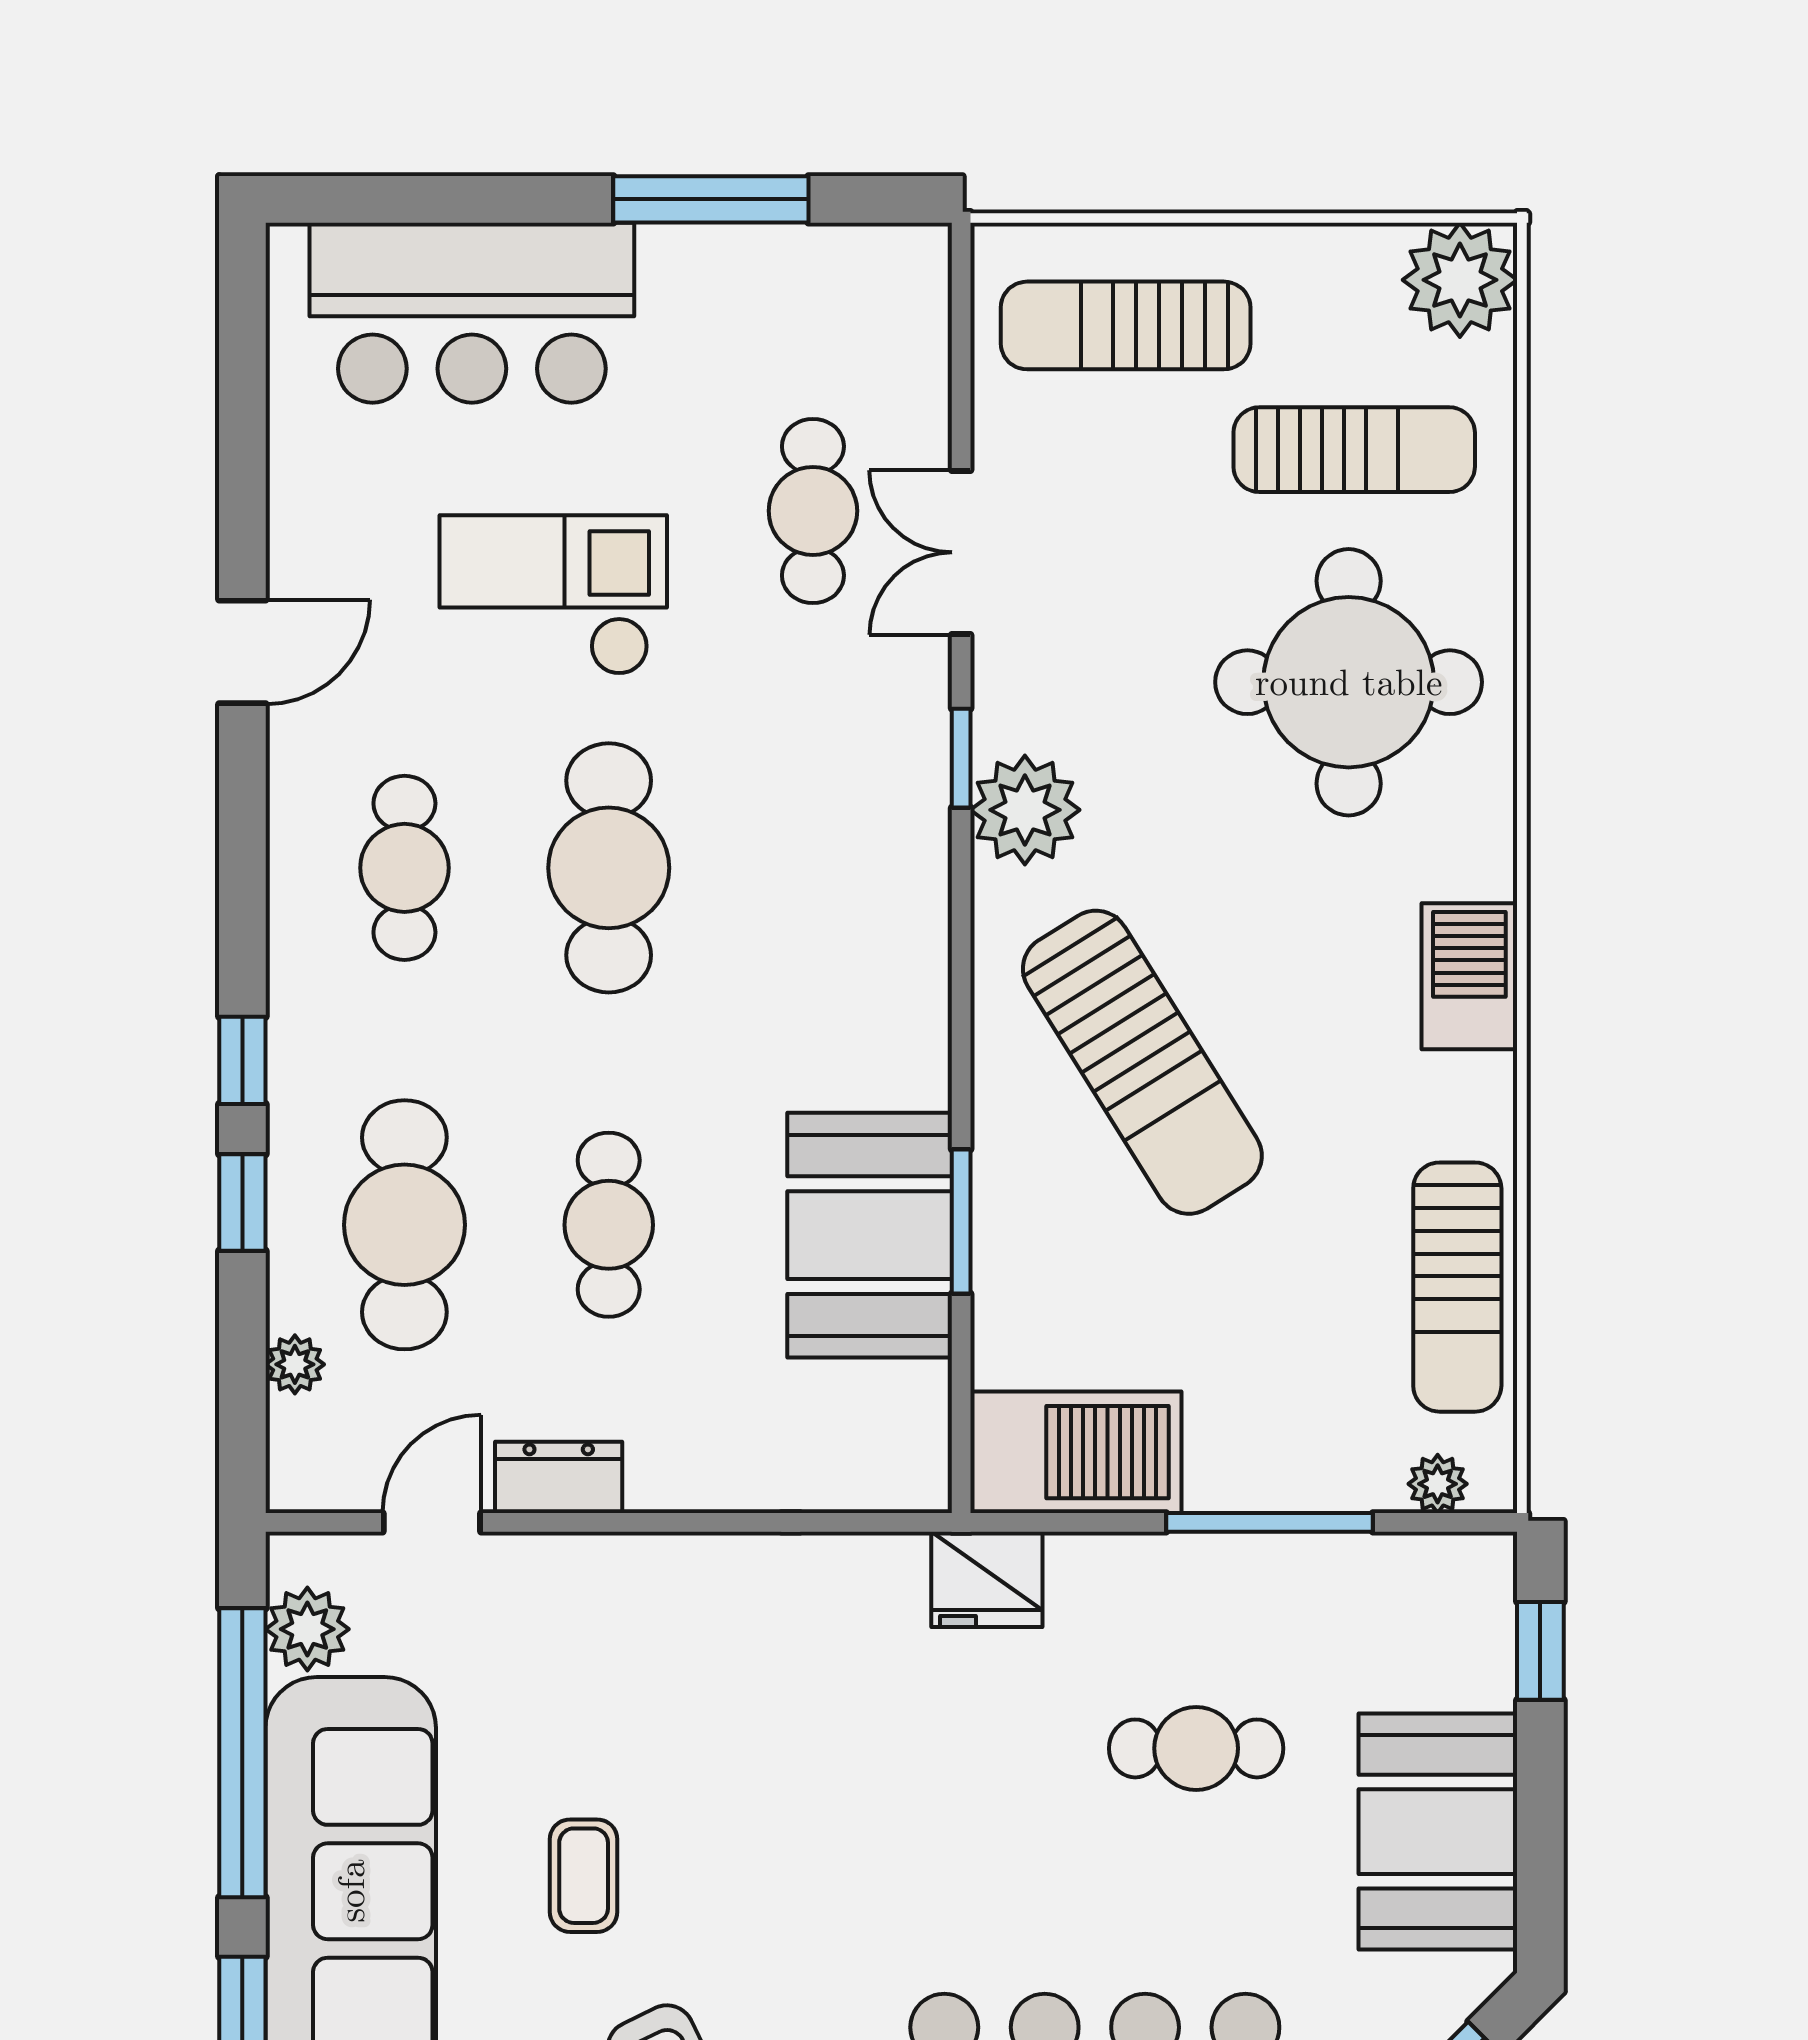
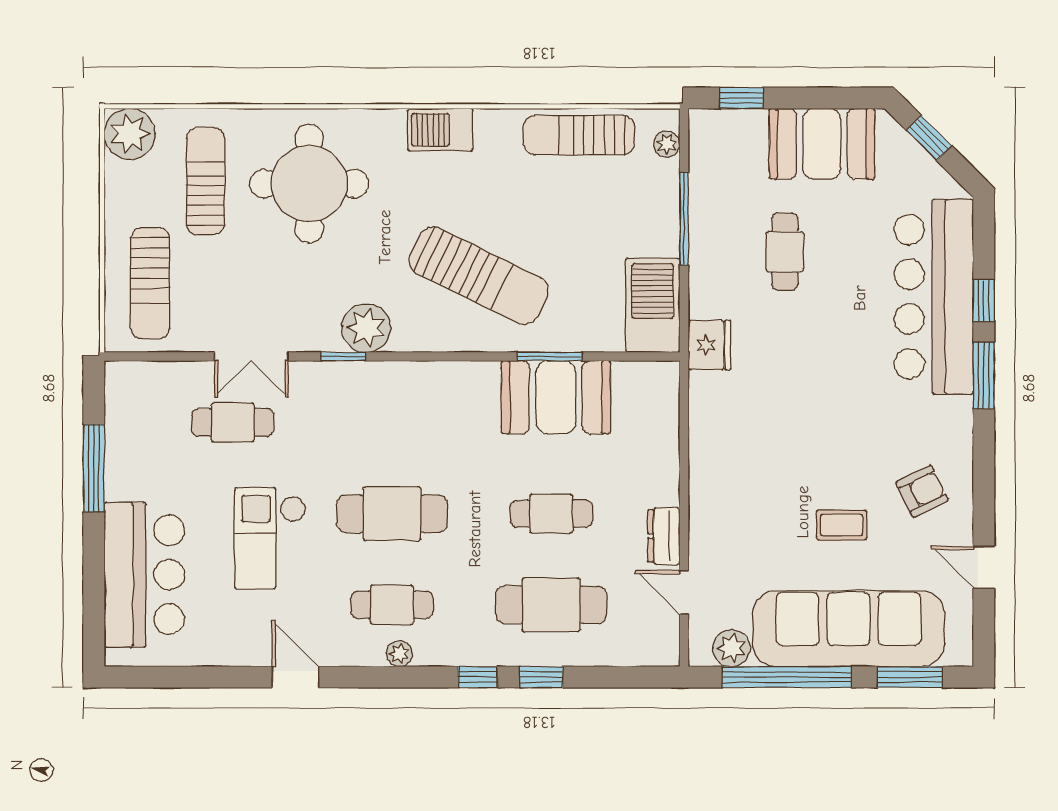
sun lounger: (1142, 1062) -> (479, 276), turned 58
sun lounger: (1457, 1287) -> (579, 135), turned 180
plant: (295, 1364) -> (399, 654), moved

